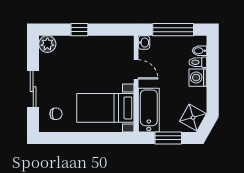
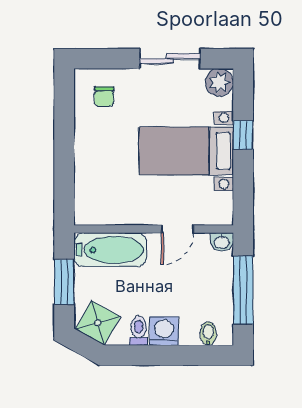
toilet: (198, 62) -> (139, 331), moved
sliding door: (33, 89) -> (170, 59), moved
bed with nightstands: (105, 108) -> (186, 151), moved, turned -90

